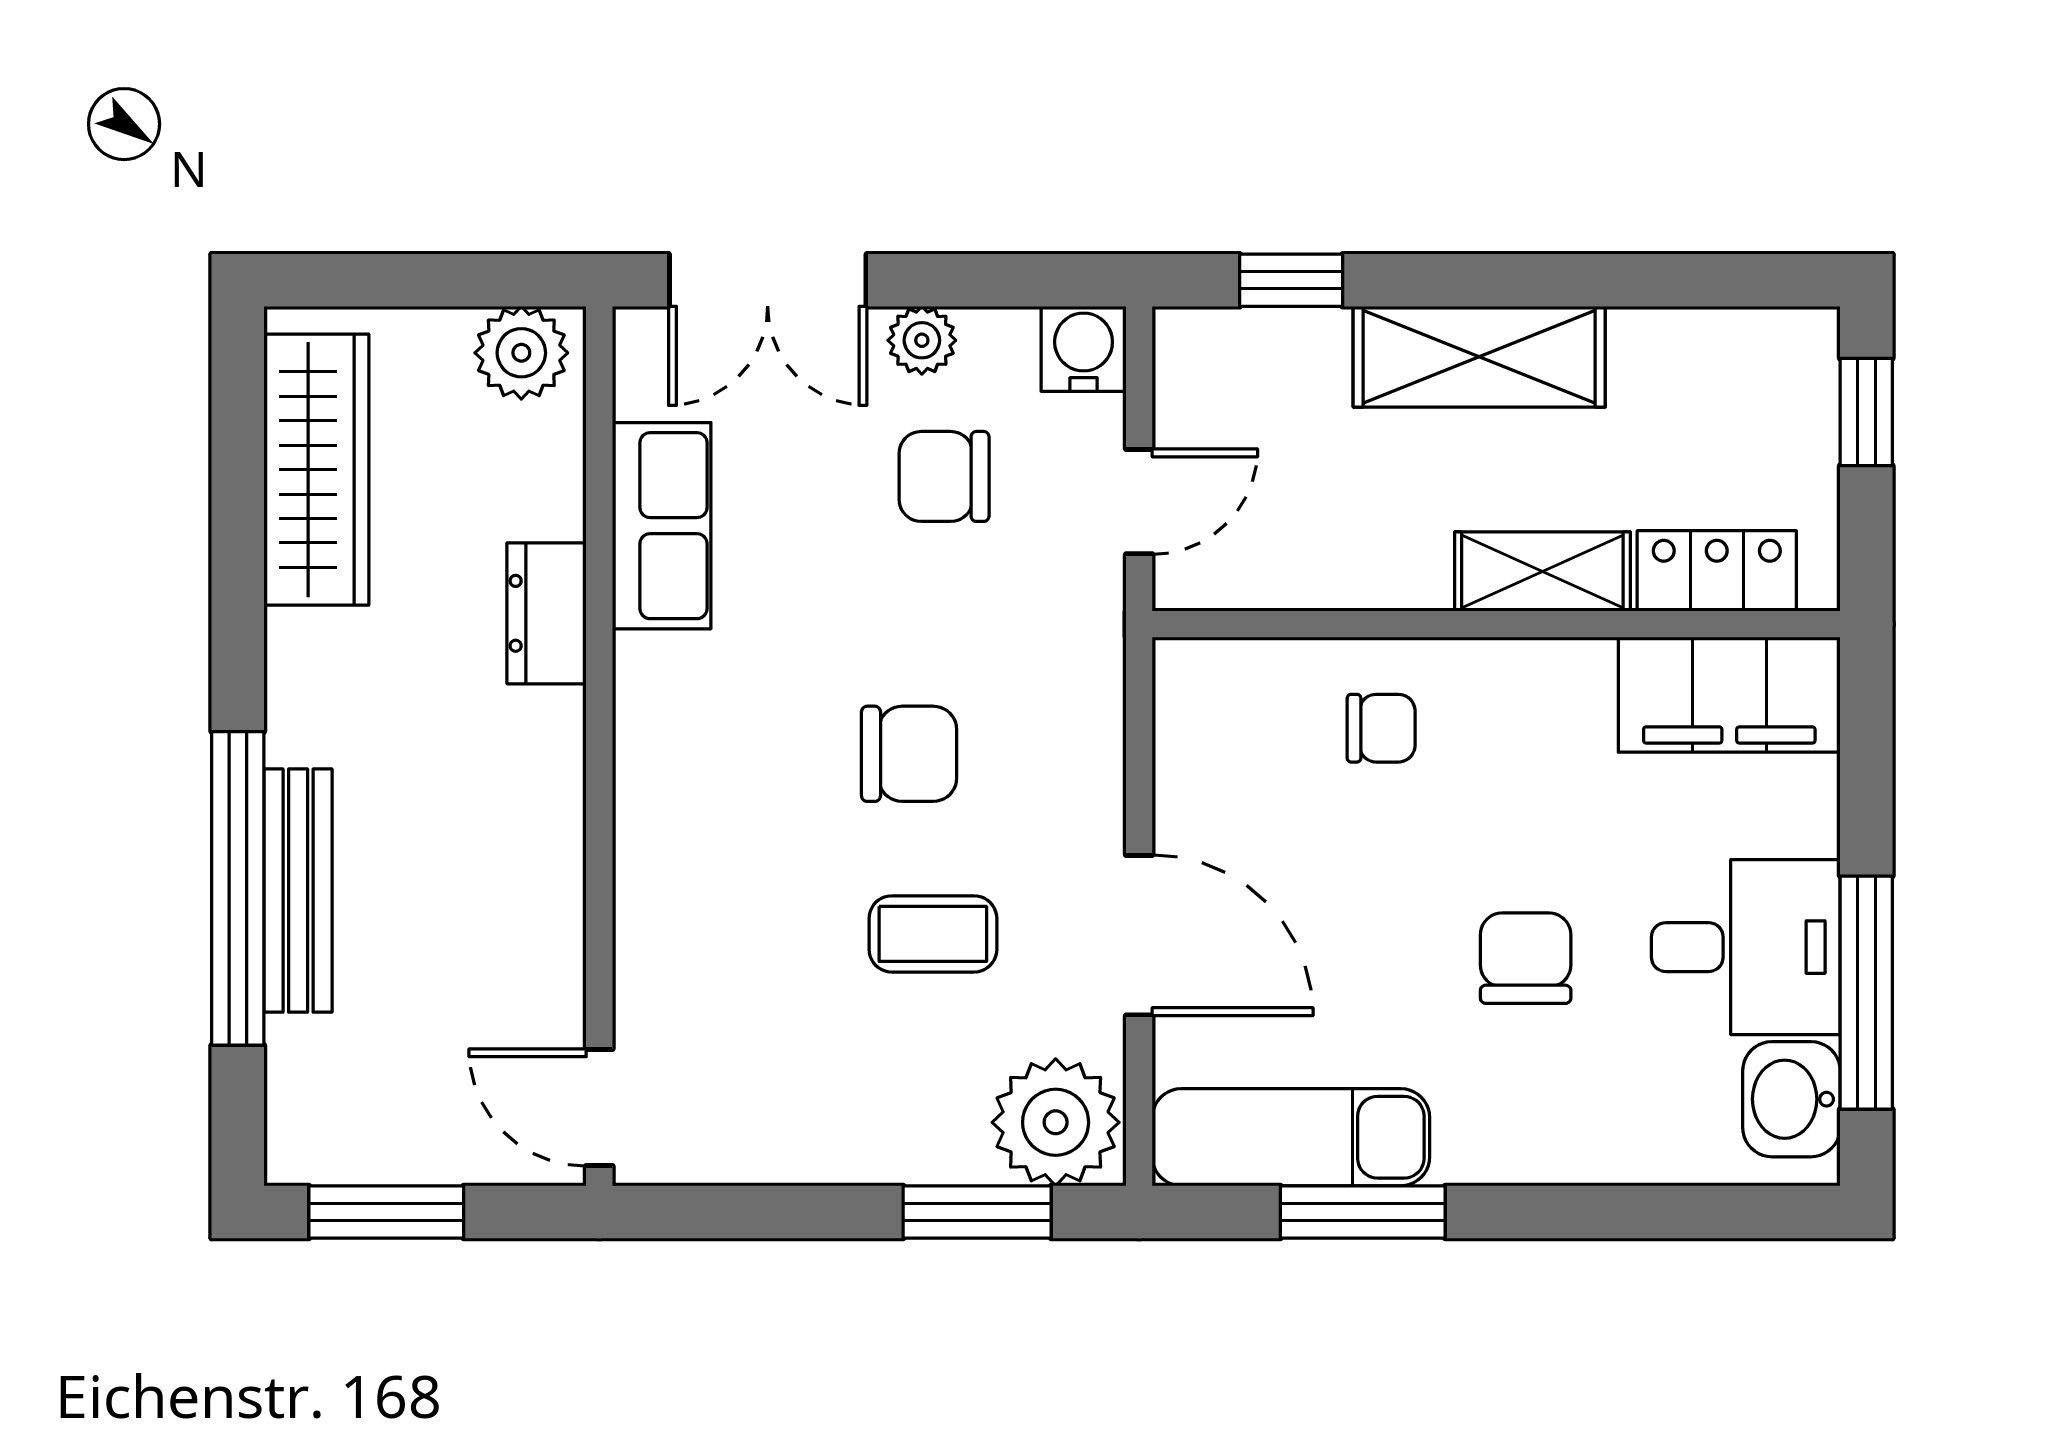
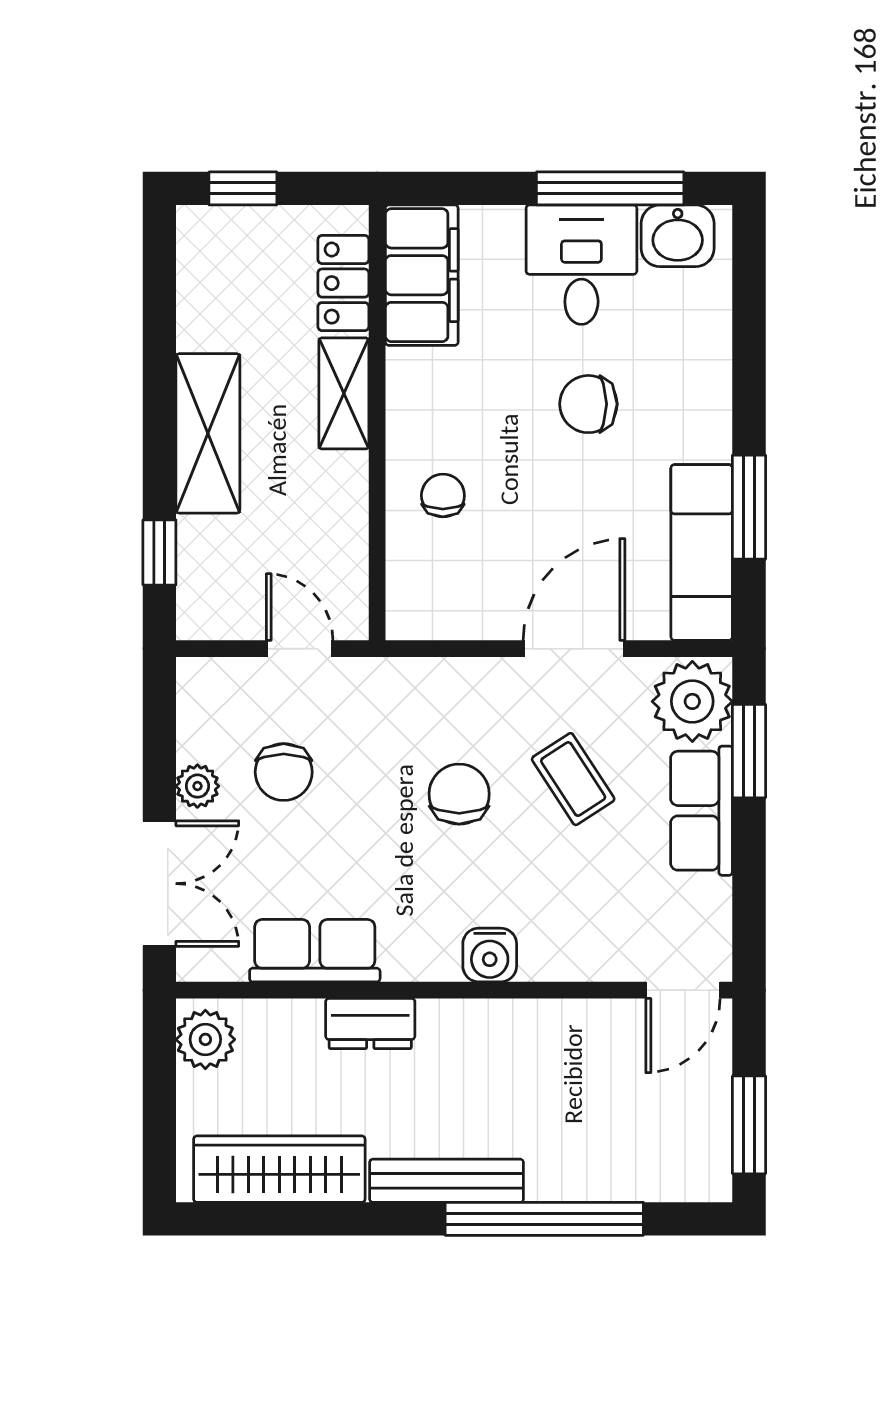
water cooler: (1084, 349) -> (490, 955), moved, turned -90
bench: (298, 891) -> (447, 1181), moved
coffee table: (933, 934) -> (573, 779), turned -33
row of seats: (883, 1137) -> (702, 811), added

